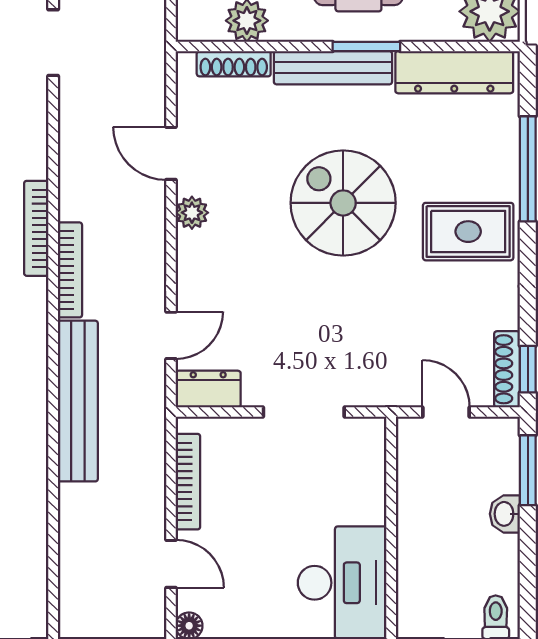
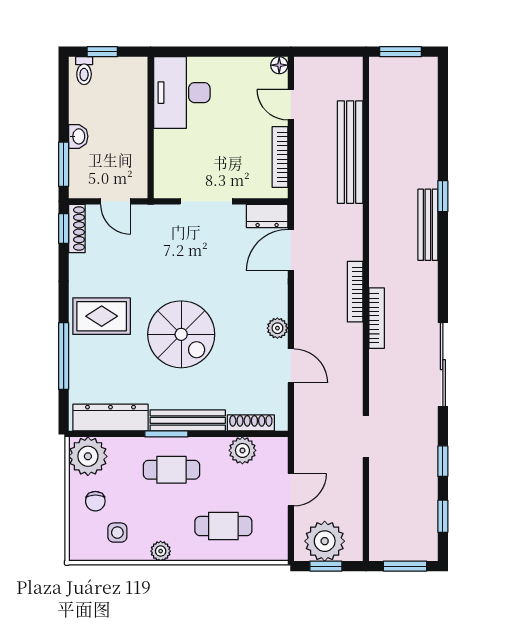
door: (171, 335) -> (291, 250), width x1.38
bench: (78, 401) -> (350, 152), moved

